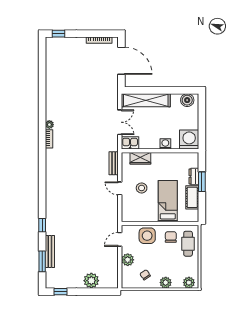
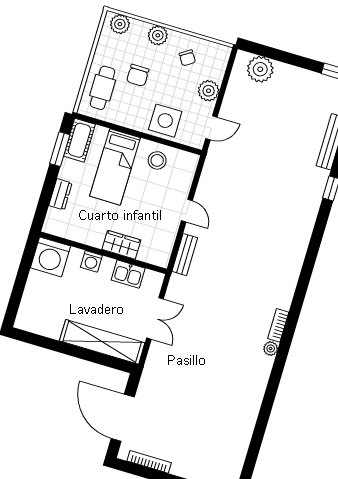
boiler: (187, 100) -> (35, 322), removed
double door: (120, 122) -> (155, 318), swing flipped
kitchen sink: (130, 143) -> (128, 274), moved
wardrobe: (140, 158) -> (121, 245), moved
window: (202, 182) -> (60, 149), moved
stool: (142, 188) -> (157, 160), moved
cot: (192, 197) -> (79, 140), moved
chair: (171, 237) -> (138, 75), moved
plant: (91, 281) -> (260, 69), moved

